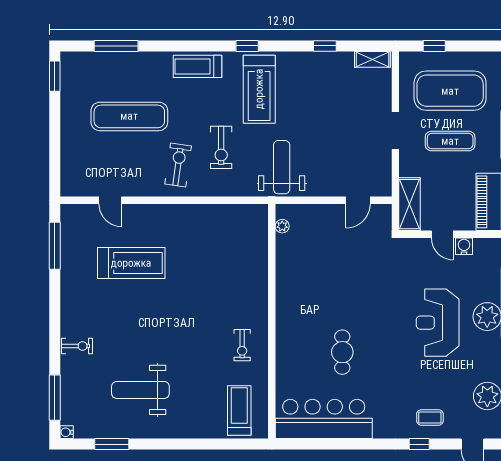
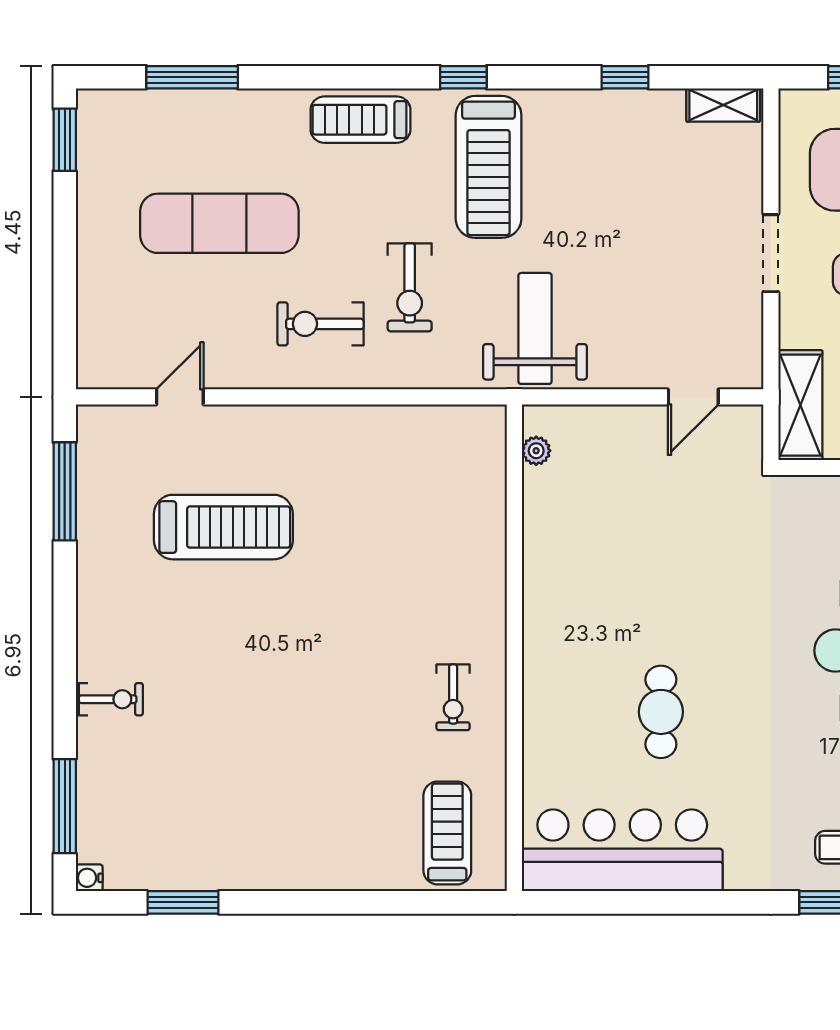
exercise bike: (178, 165) -> (320, 324), turned -98
door: (110, 200) -> (180, 397), swing flipped
weight bench: (140, 390) -> (242, 790), removed

